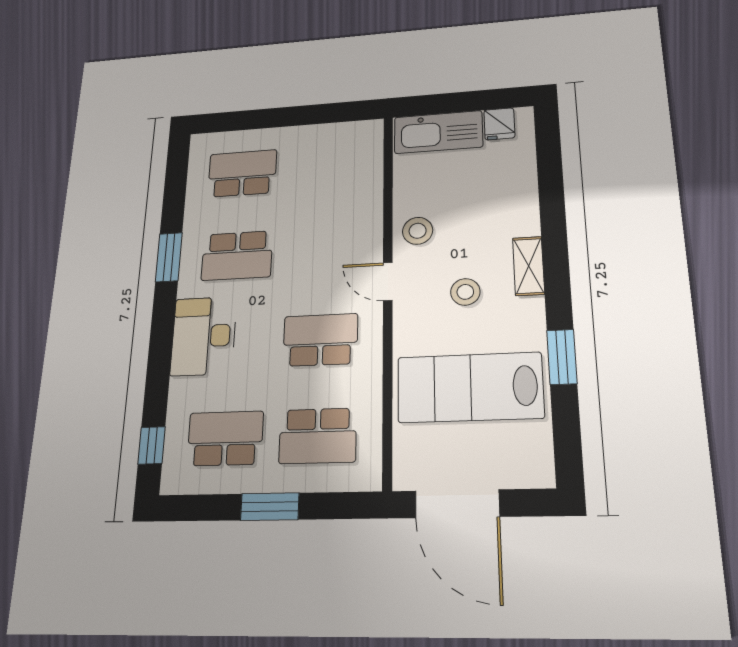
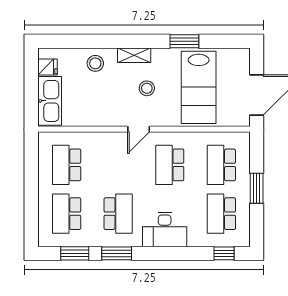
school desk: (326, 167) -> (67, 165), added
window: (175, 191) -> (75, 253), added
stool: (418, 231) -> (95, 63), moved
school desk: (318, 436) -> (221, 165), turned 180

